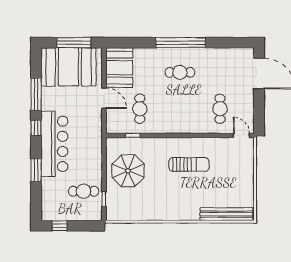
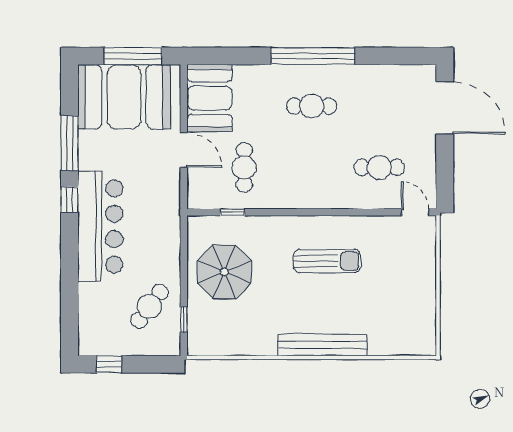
cafe table: (220, 109) -> (379, 167), turned 90
window: (36, 170) -> (69, 271), removed
cafe table: (84, 191) -> (149, 306), turned -53
bench: (226, 214) -> (323, 345), moved

